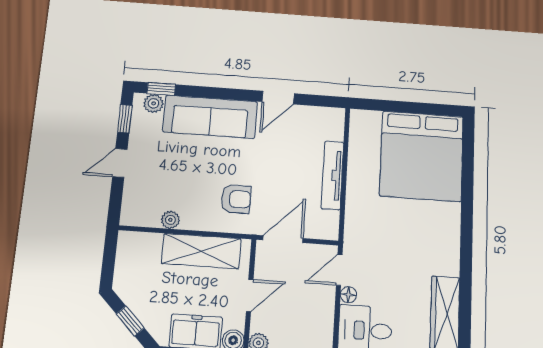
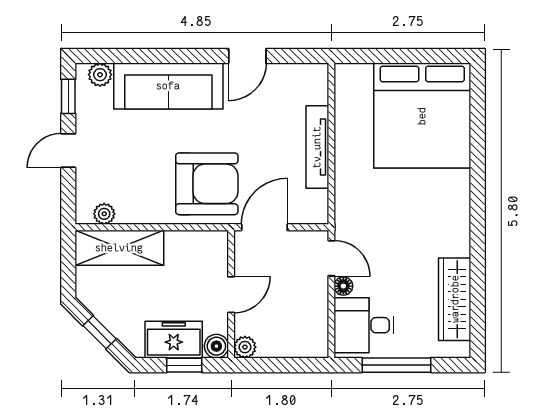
window: (161, 89) -> (107, 56), removed
armchair: (236, 199) -> (207, 184), width x1.88, depth x1.88
plant: (170, 220) -> (104, 214), moved
shelving: (201, 251) -> (119, 248), moved
door: (339, 270) -> (331, 258), swing flipped

